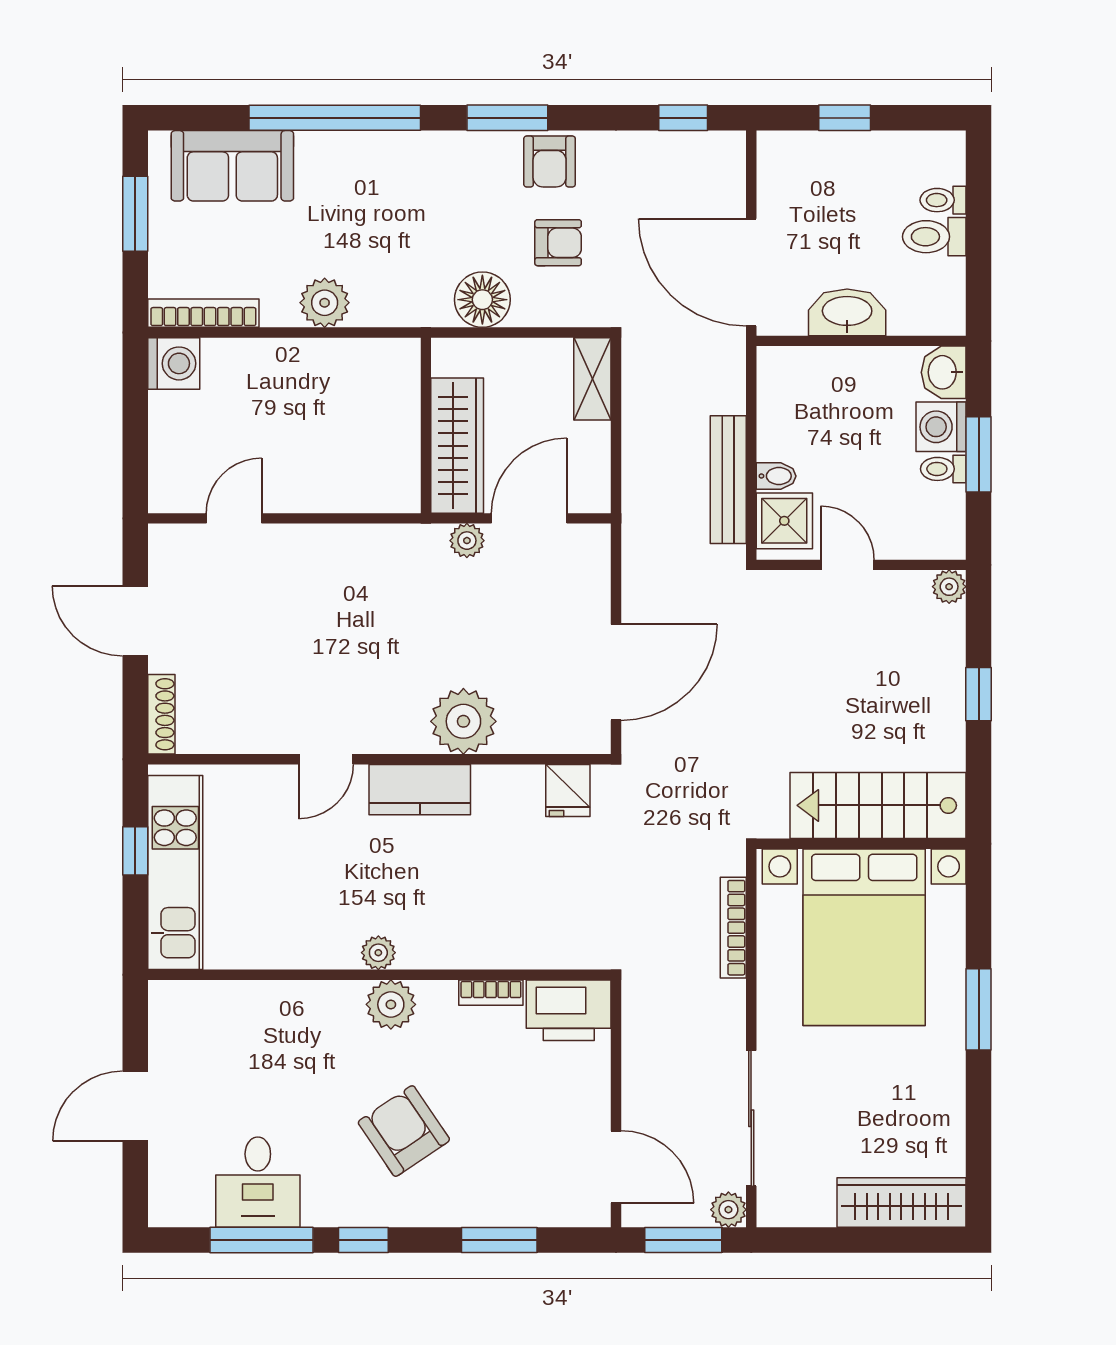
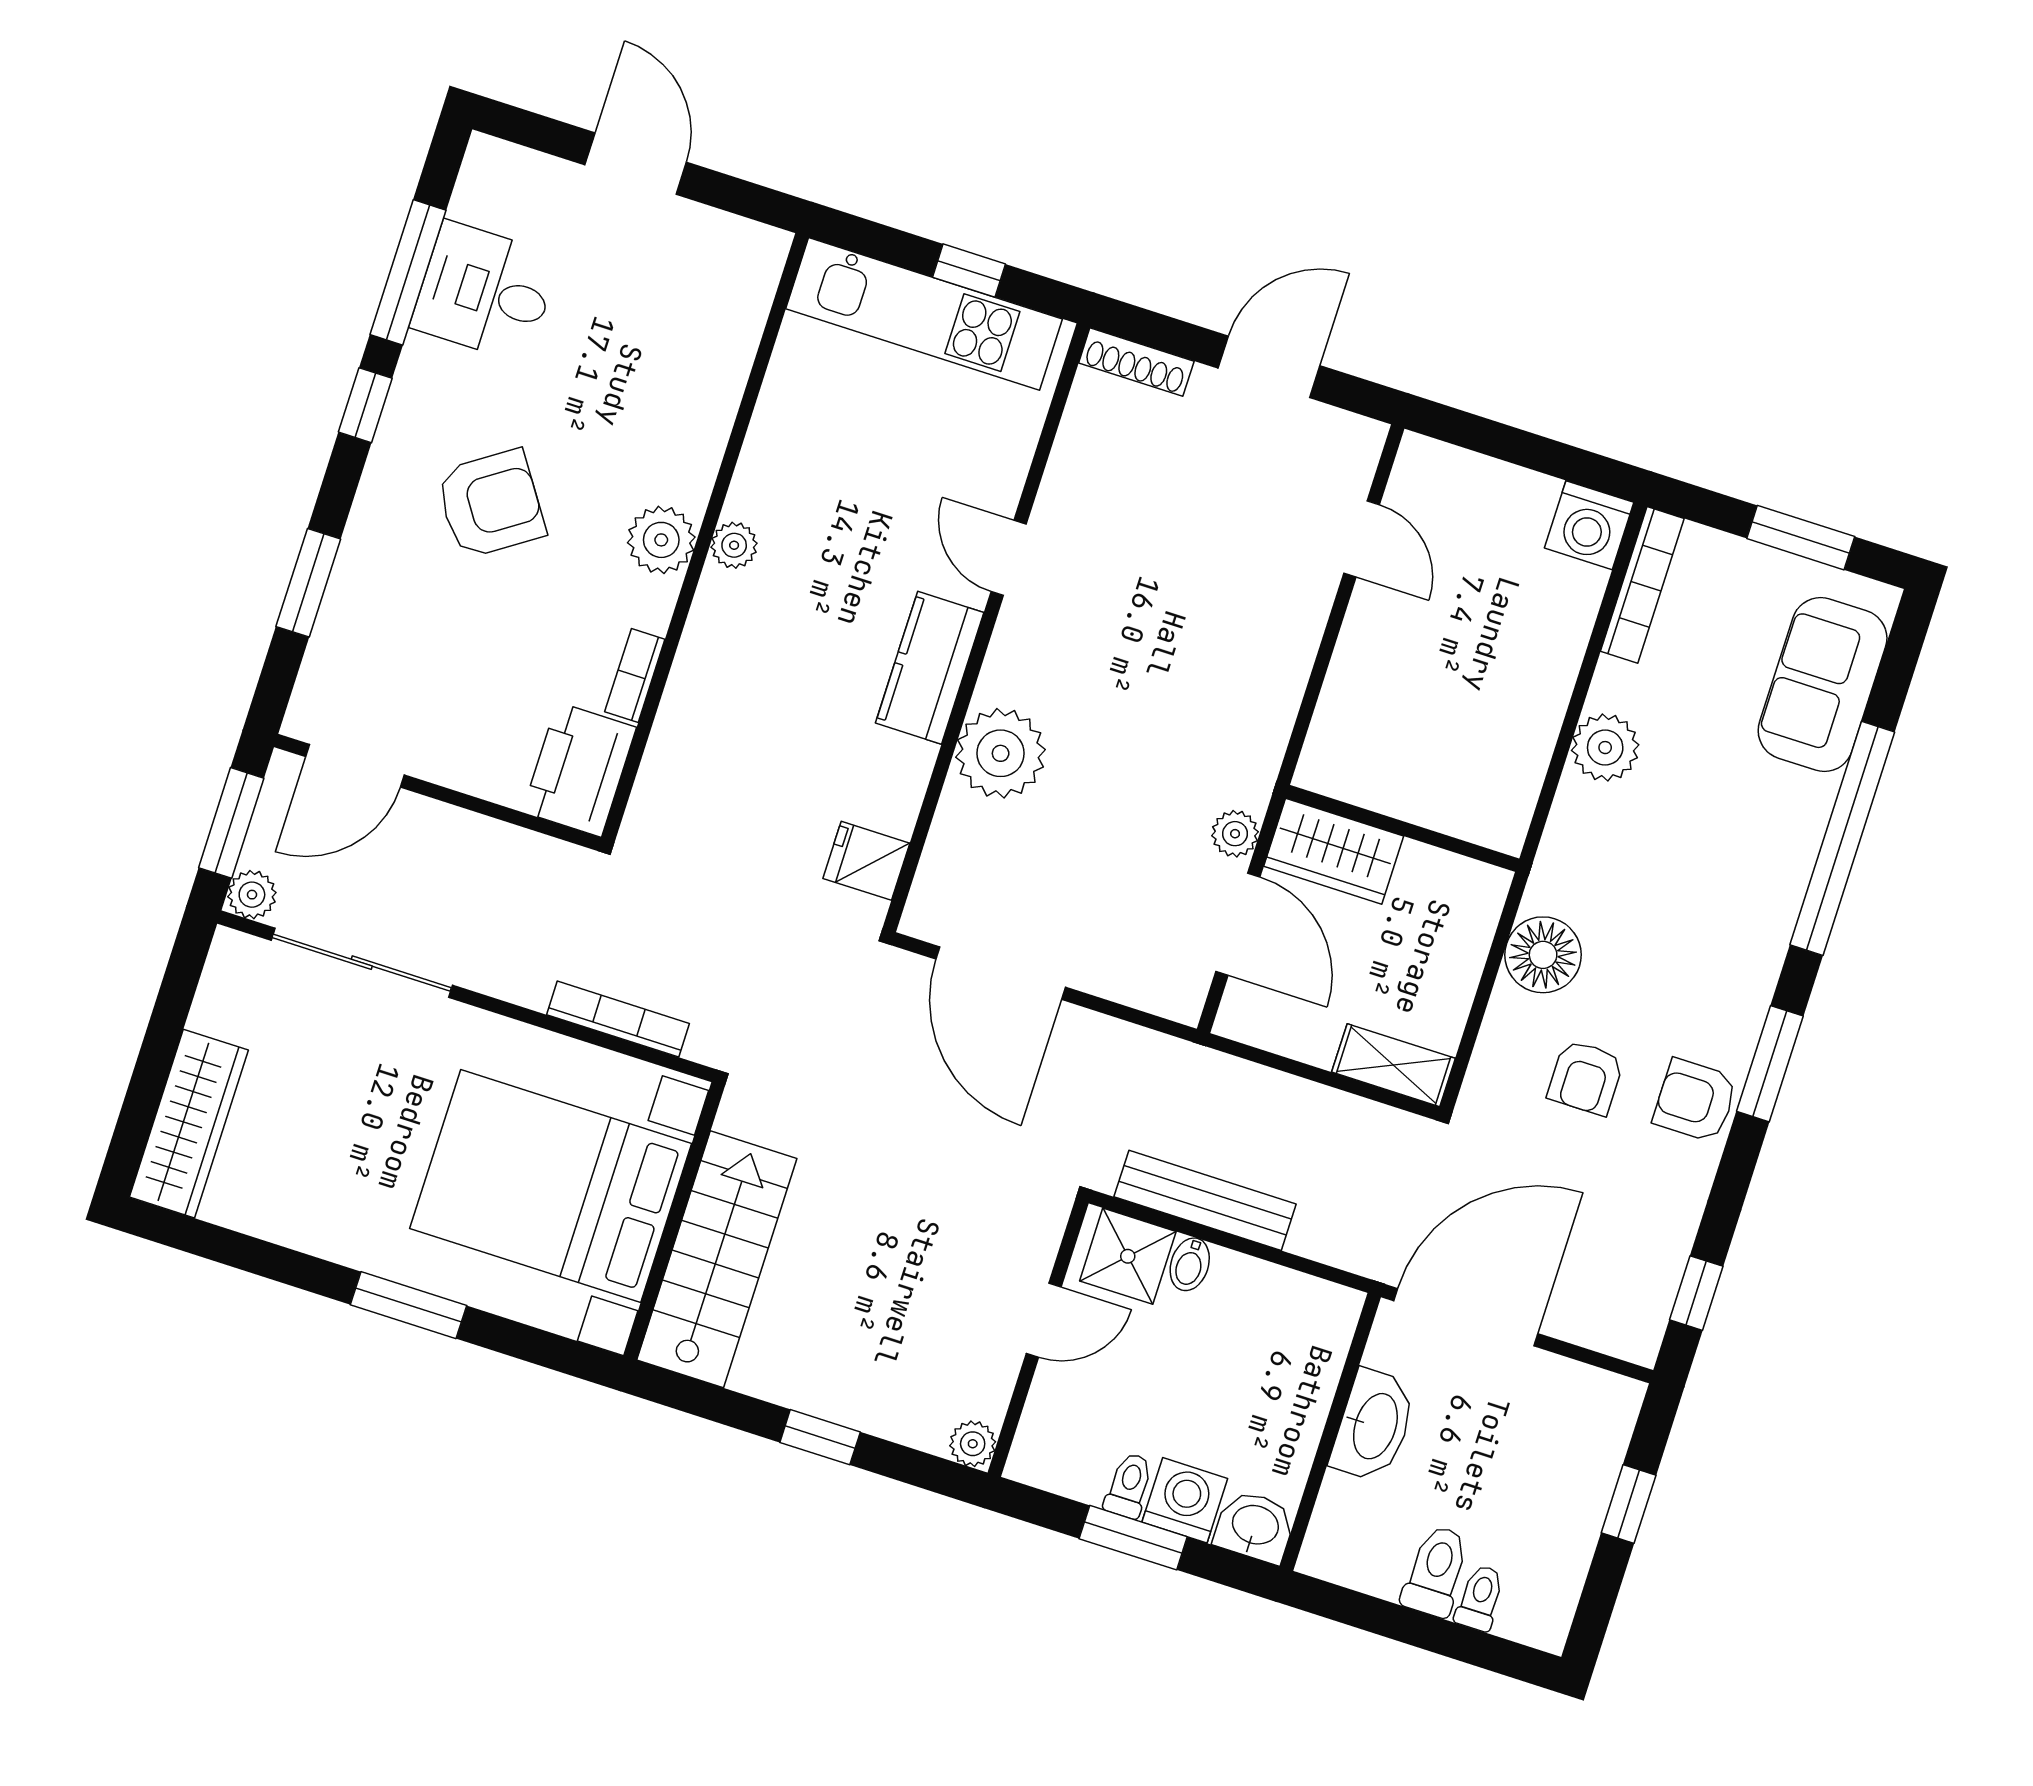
wardrobe: (457, 446) -> (1334, 851), width x0.67

